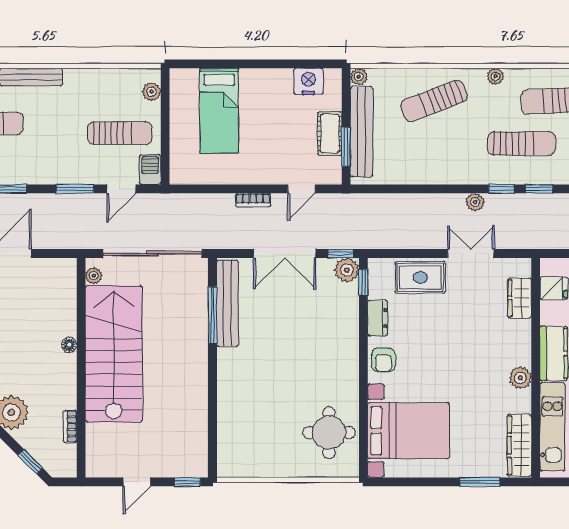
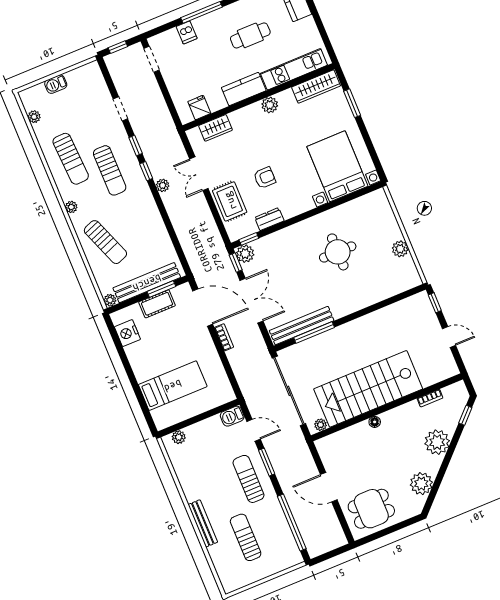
sun lounger: (120, 133) -> (248, 479), moved
sun lounger: (521, 143) -> (110, 170), turned 180
door: (301, 189) -> (203, 307), width x1.88
armchair: (383, 360) -> (265, 178), moved
round table: (329, 433) -> (338, 252), moved
plant: (272, 466) -> (400, 249), added

